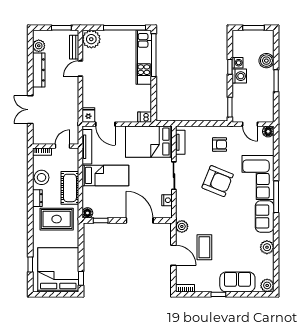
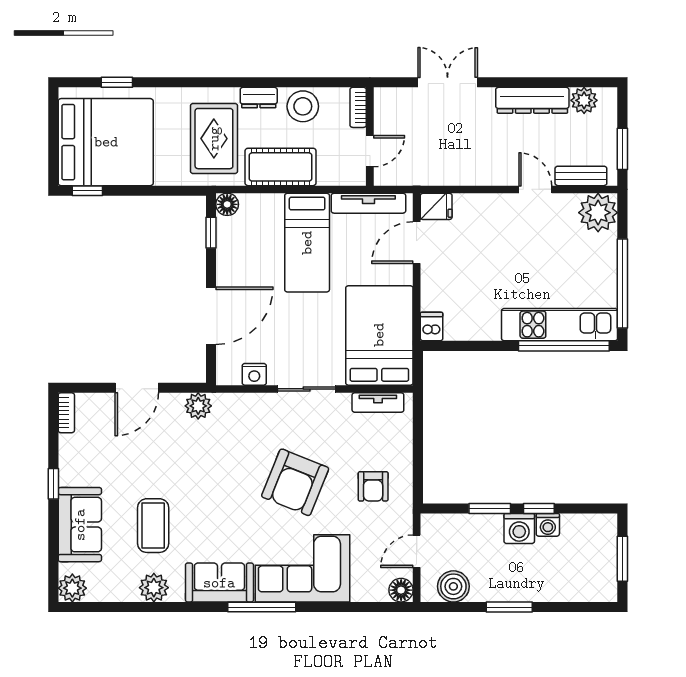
boiler: (266, 61) -> (453, 586), moved
window: (230, 107) -> (490, 508), moved
door: (63, 146) -> (370, 151), hinge flipped
coffee table: (204, 247) -> (153, 526), moved, turned 90

